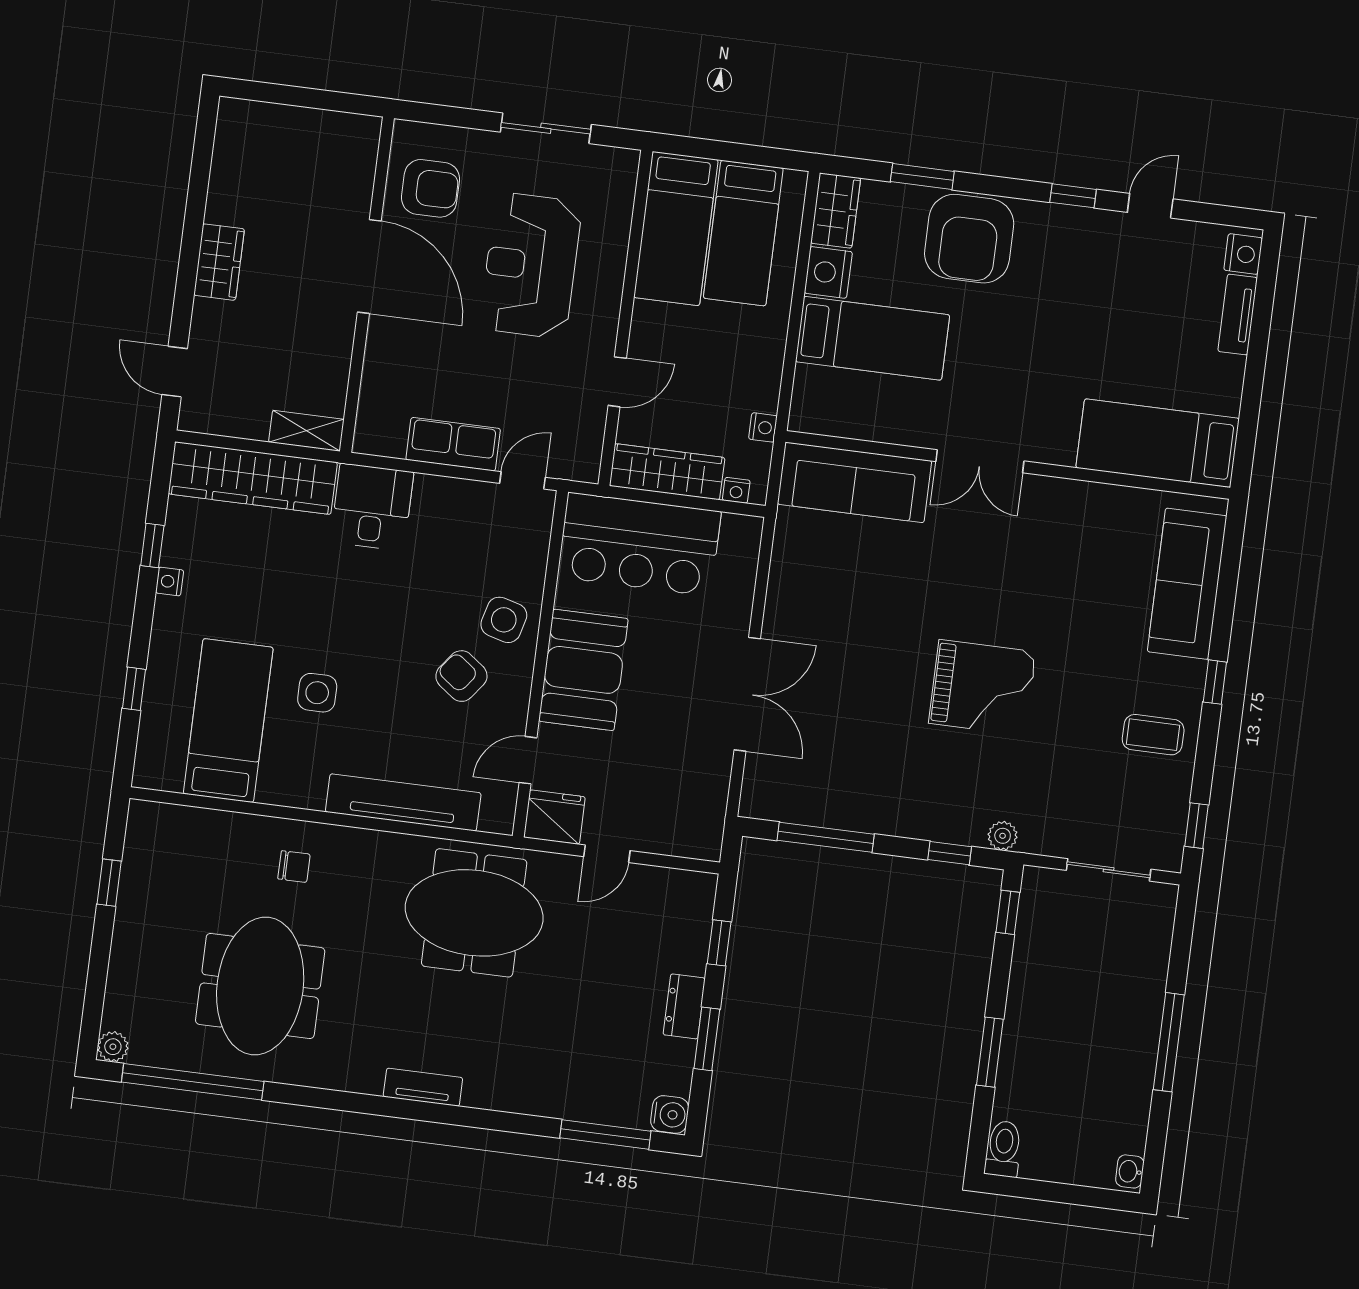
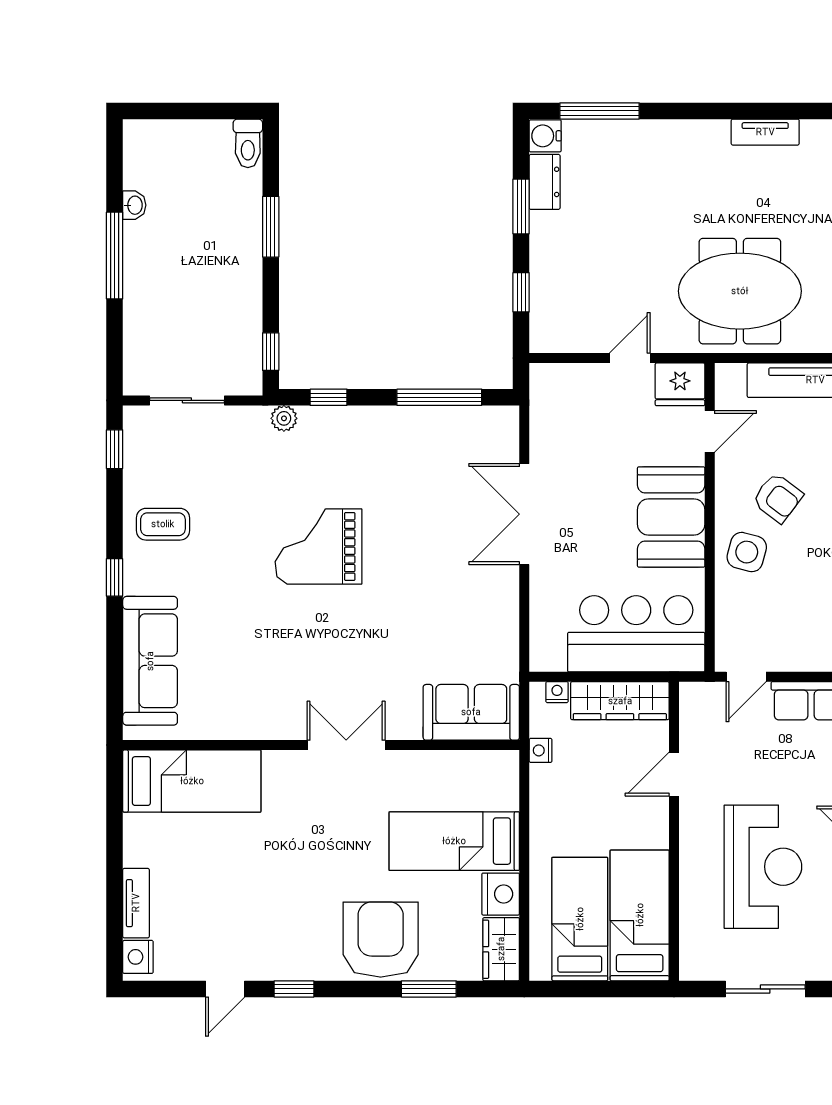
sofa: (854, 482) -> (471, 712), width x0.73
dresser: (684, 1006) -> (545, 182), moved
washbasin: (1130, 1171) -> (134, 205), moved

